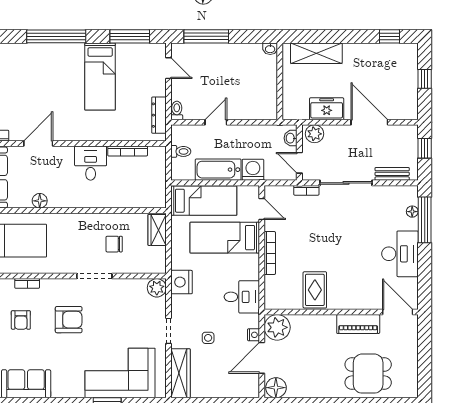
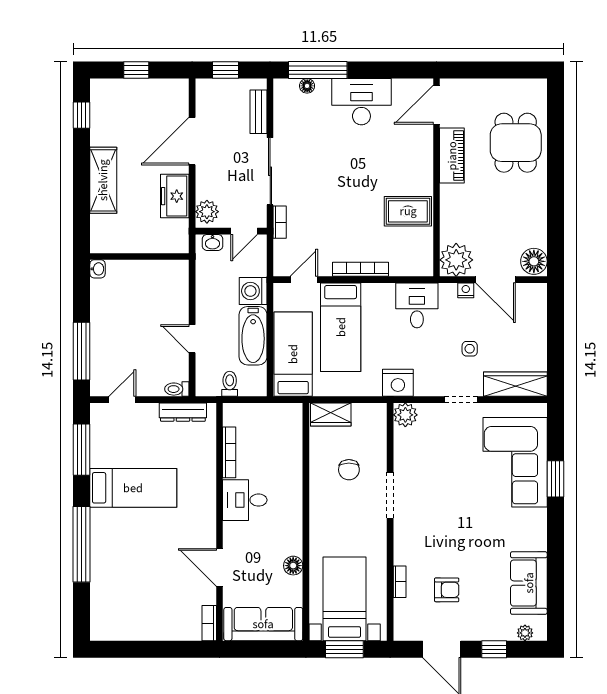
shelving: (316, 53) -> (103, 180), moved
armchair: (69, 320) -> (446, 528), removed

